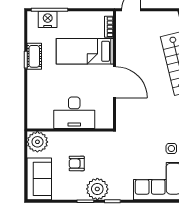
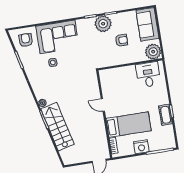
nightstand: (48, 19) -> (141, 147), moved
door: (115, 82) -> (103, 105), width x0.53
desk: (74, 113) -> (148, 75), moved, width x0.73

